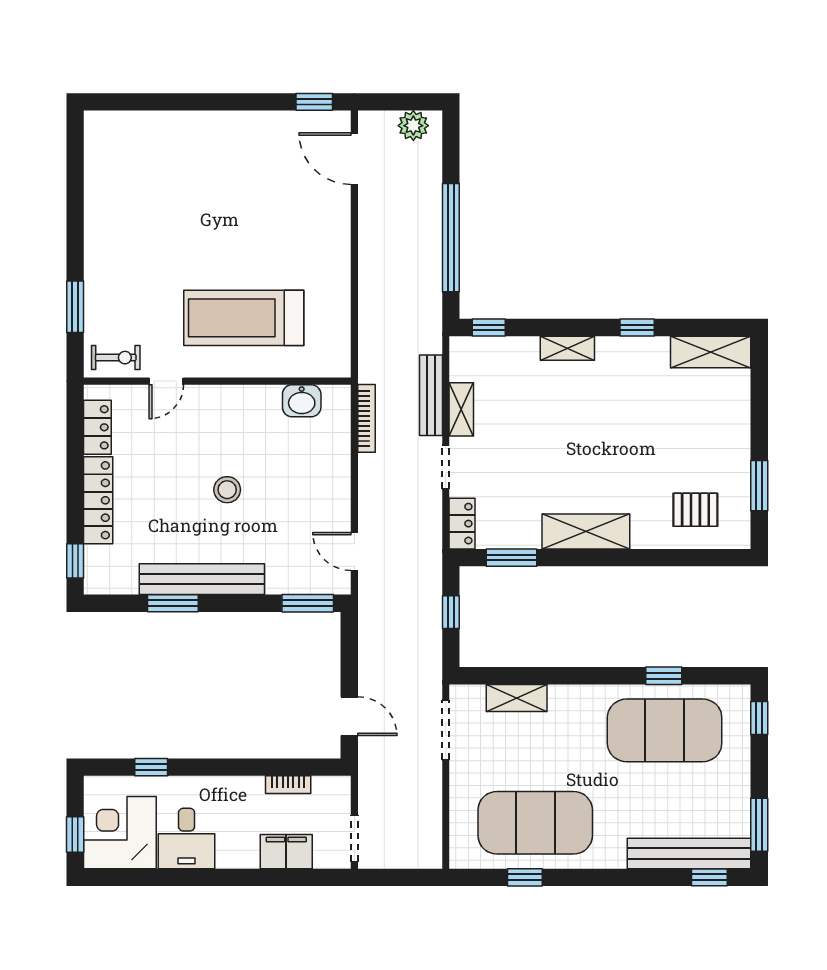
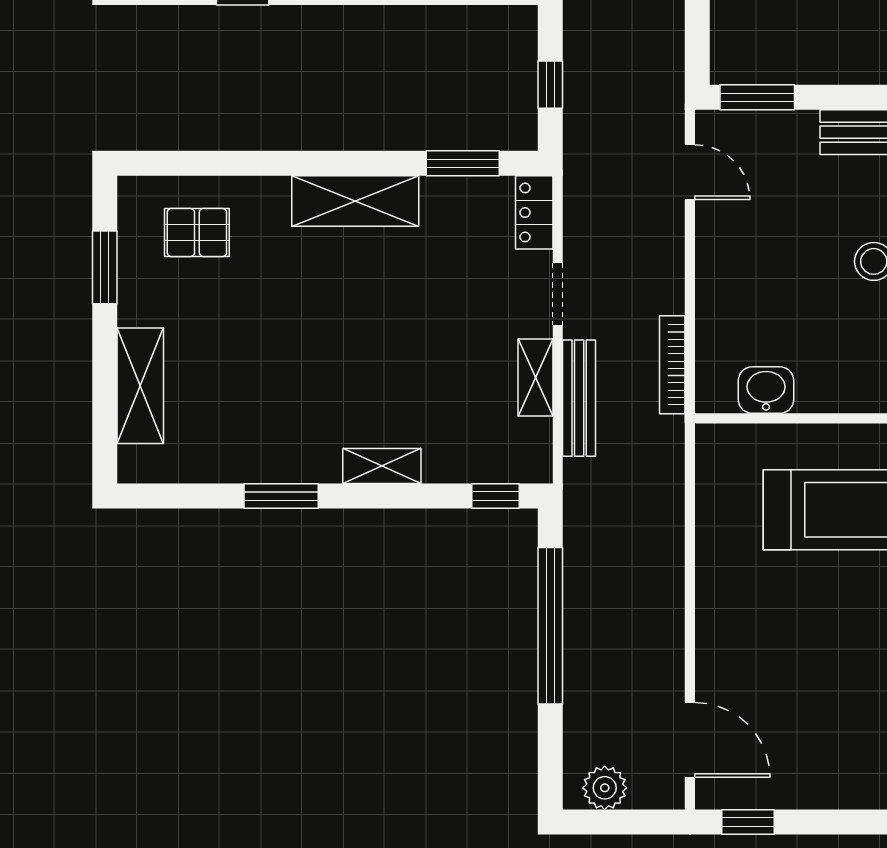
window: (637, 327) -> (281, 496), width x1.50
shelving: (711, 352) -> (140, 386), moved, turned 90

